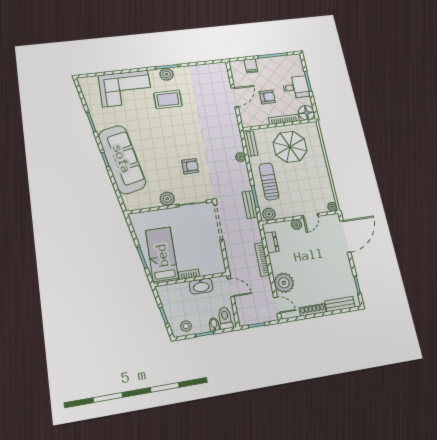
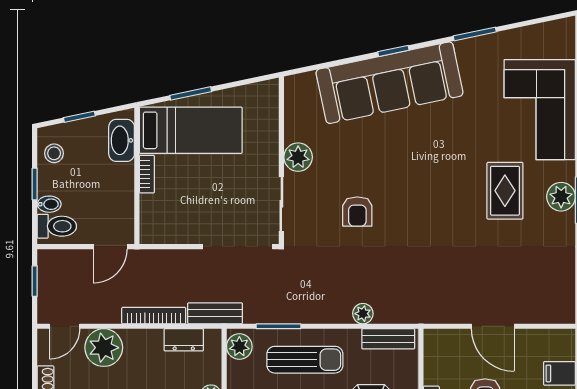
bench: (250, 205) -> (215, 313), moved
washbasin: (201, 286) -> (122, 140), moved

